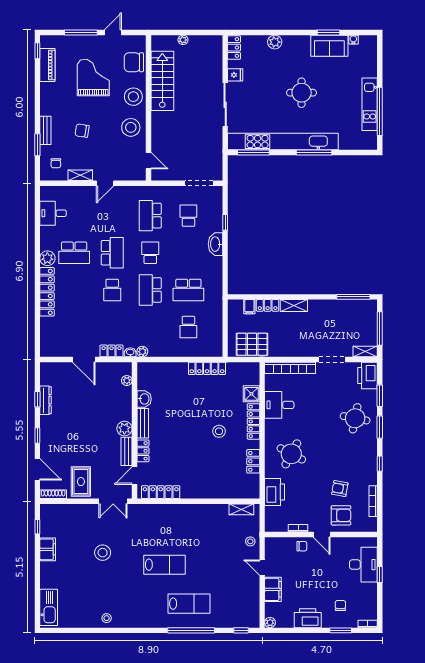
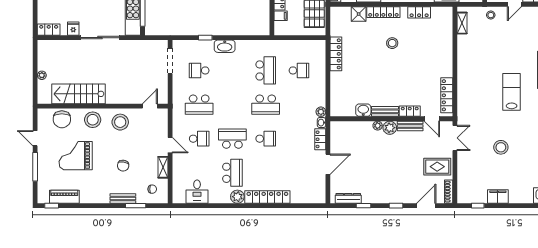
school desk: (150, 253) -> (199, 139), moved, turned 180
plant: (127, 381) -> (378, 126), moved
dresser: (46, 400) -> (348, 198), moved

